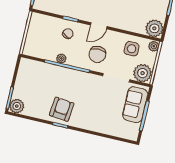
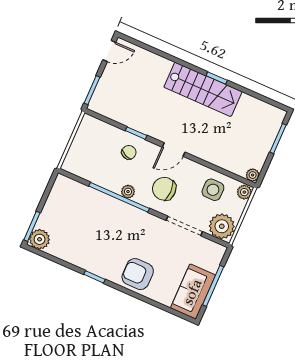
plant: (154, 28) -> (253, 175), width x0.53, depth x0.53
chair: (97, 54) -> (164, 189), turned 90
plant: (61, 59) -> (128, 192), moved
sofa: (135, 105) -> (193, 292), moved
armchair: (62, 109) -> (138, 274), moved, turned -96

